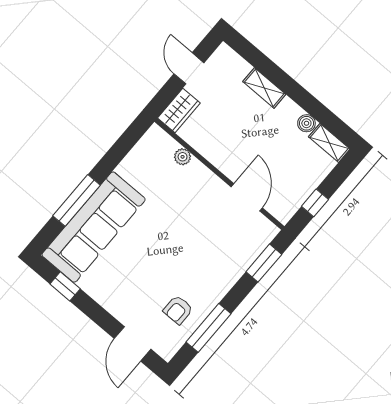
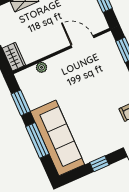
window: (118, 151) -> (21, 103), added
window: (65, 286) -> (99, 164), moved

